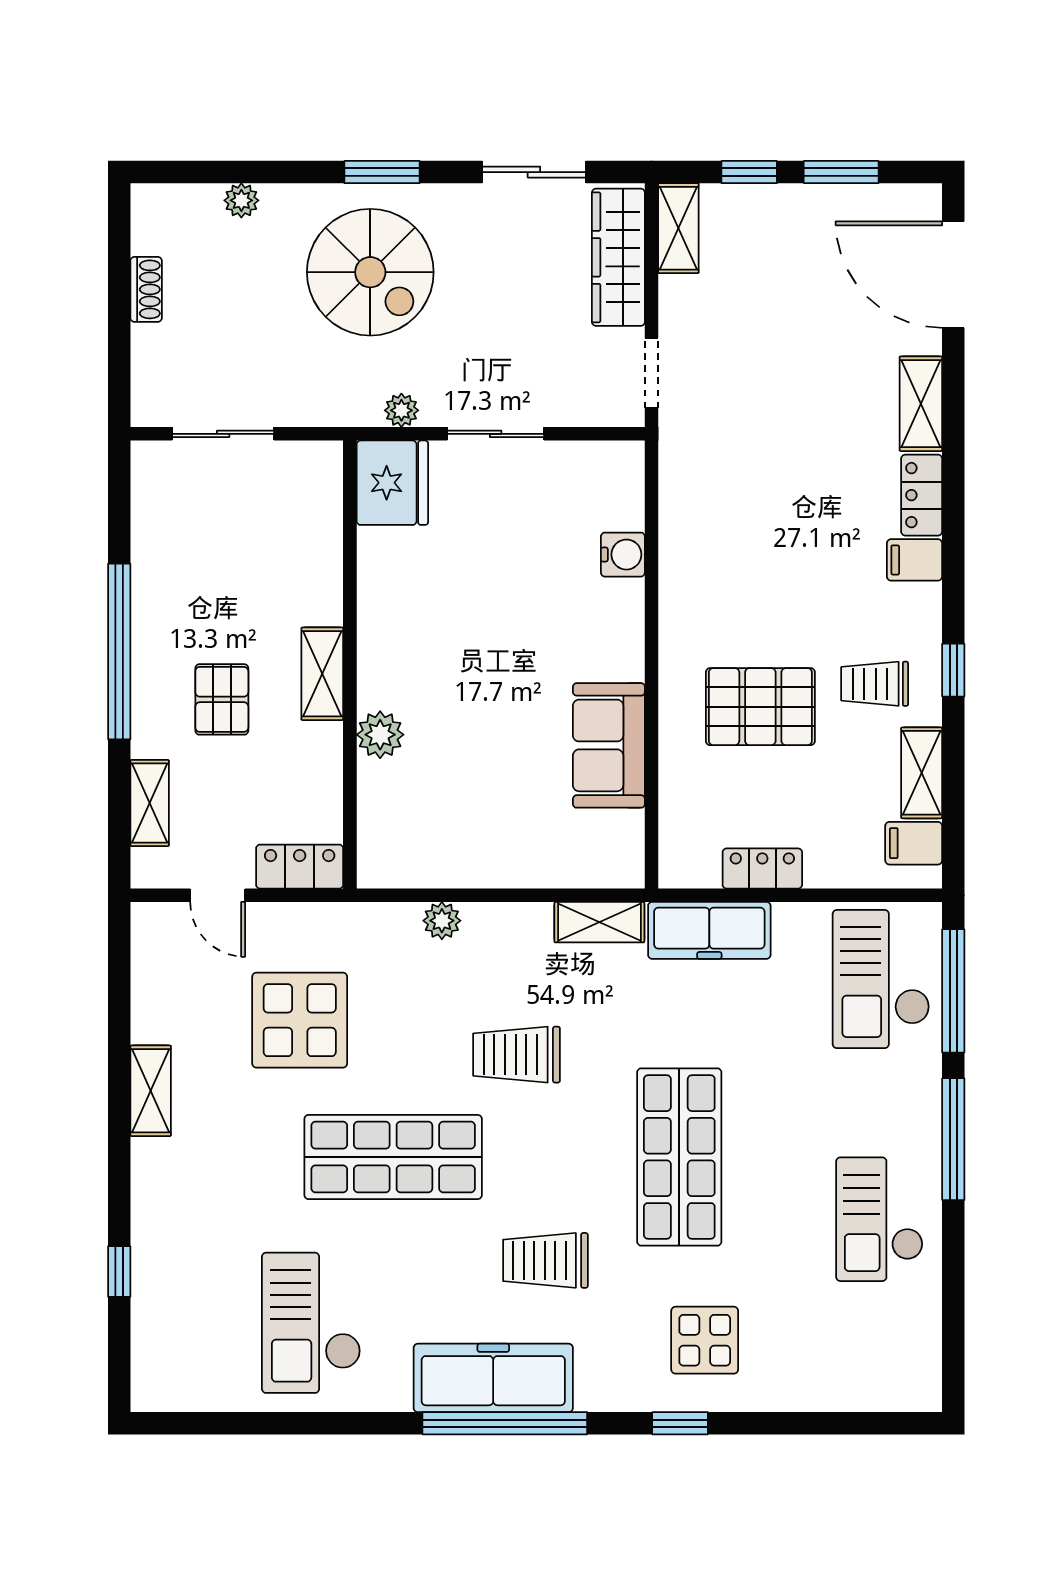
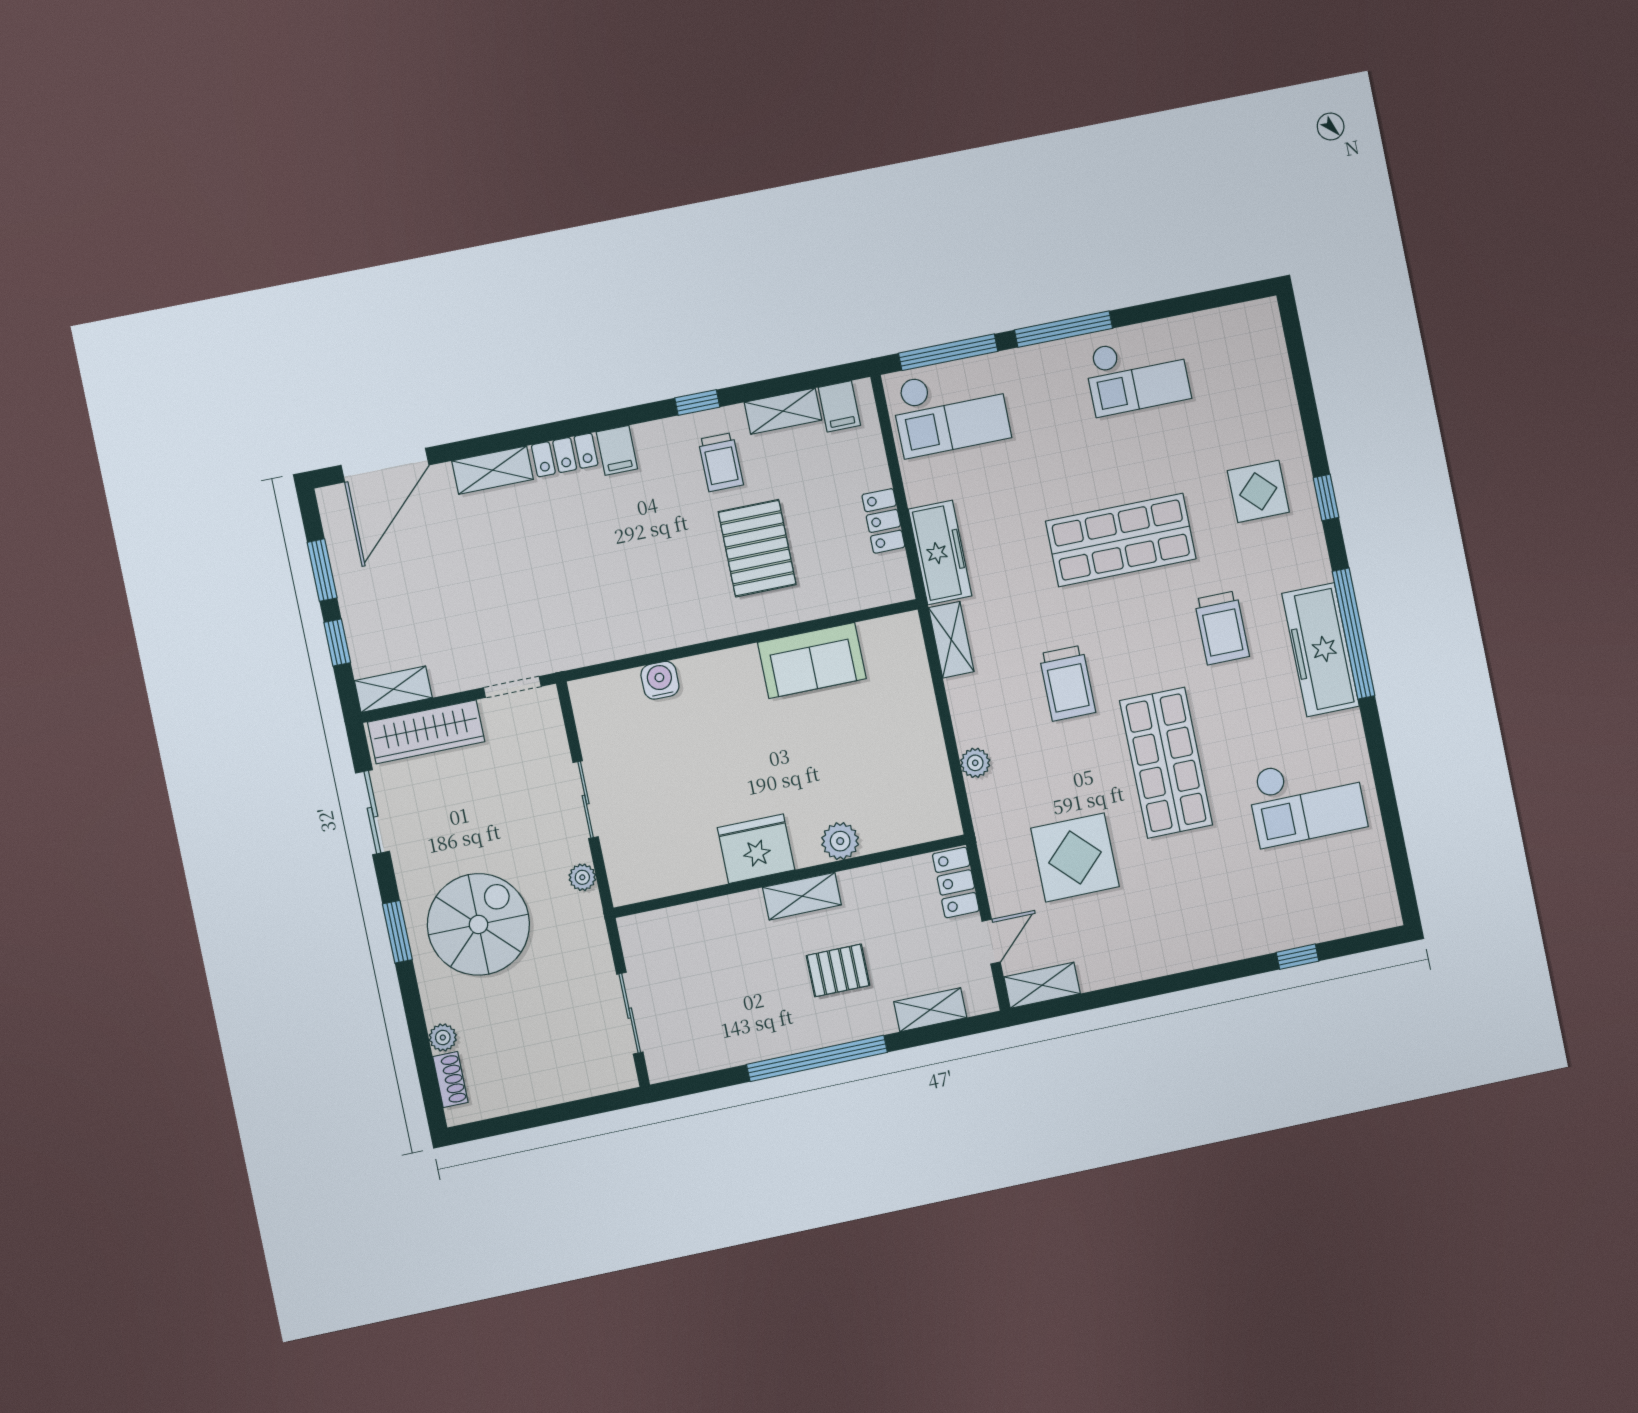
shoe rack: (146, 289) -> (450, 1080), moved, turned 90
fridge: (392, 483) -> (756, 849), moved
shelving: (151, 1091) -> (1042, 985), moved

